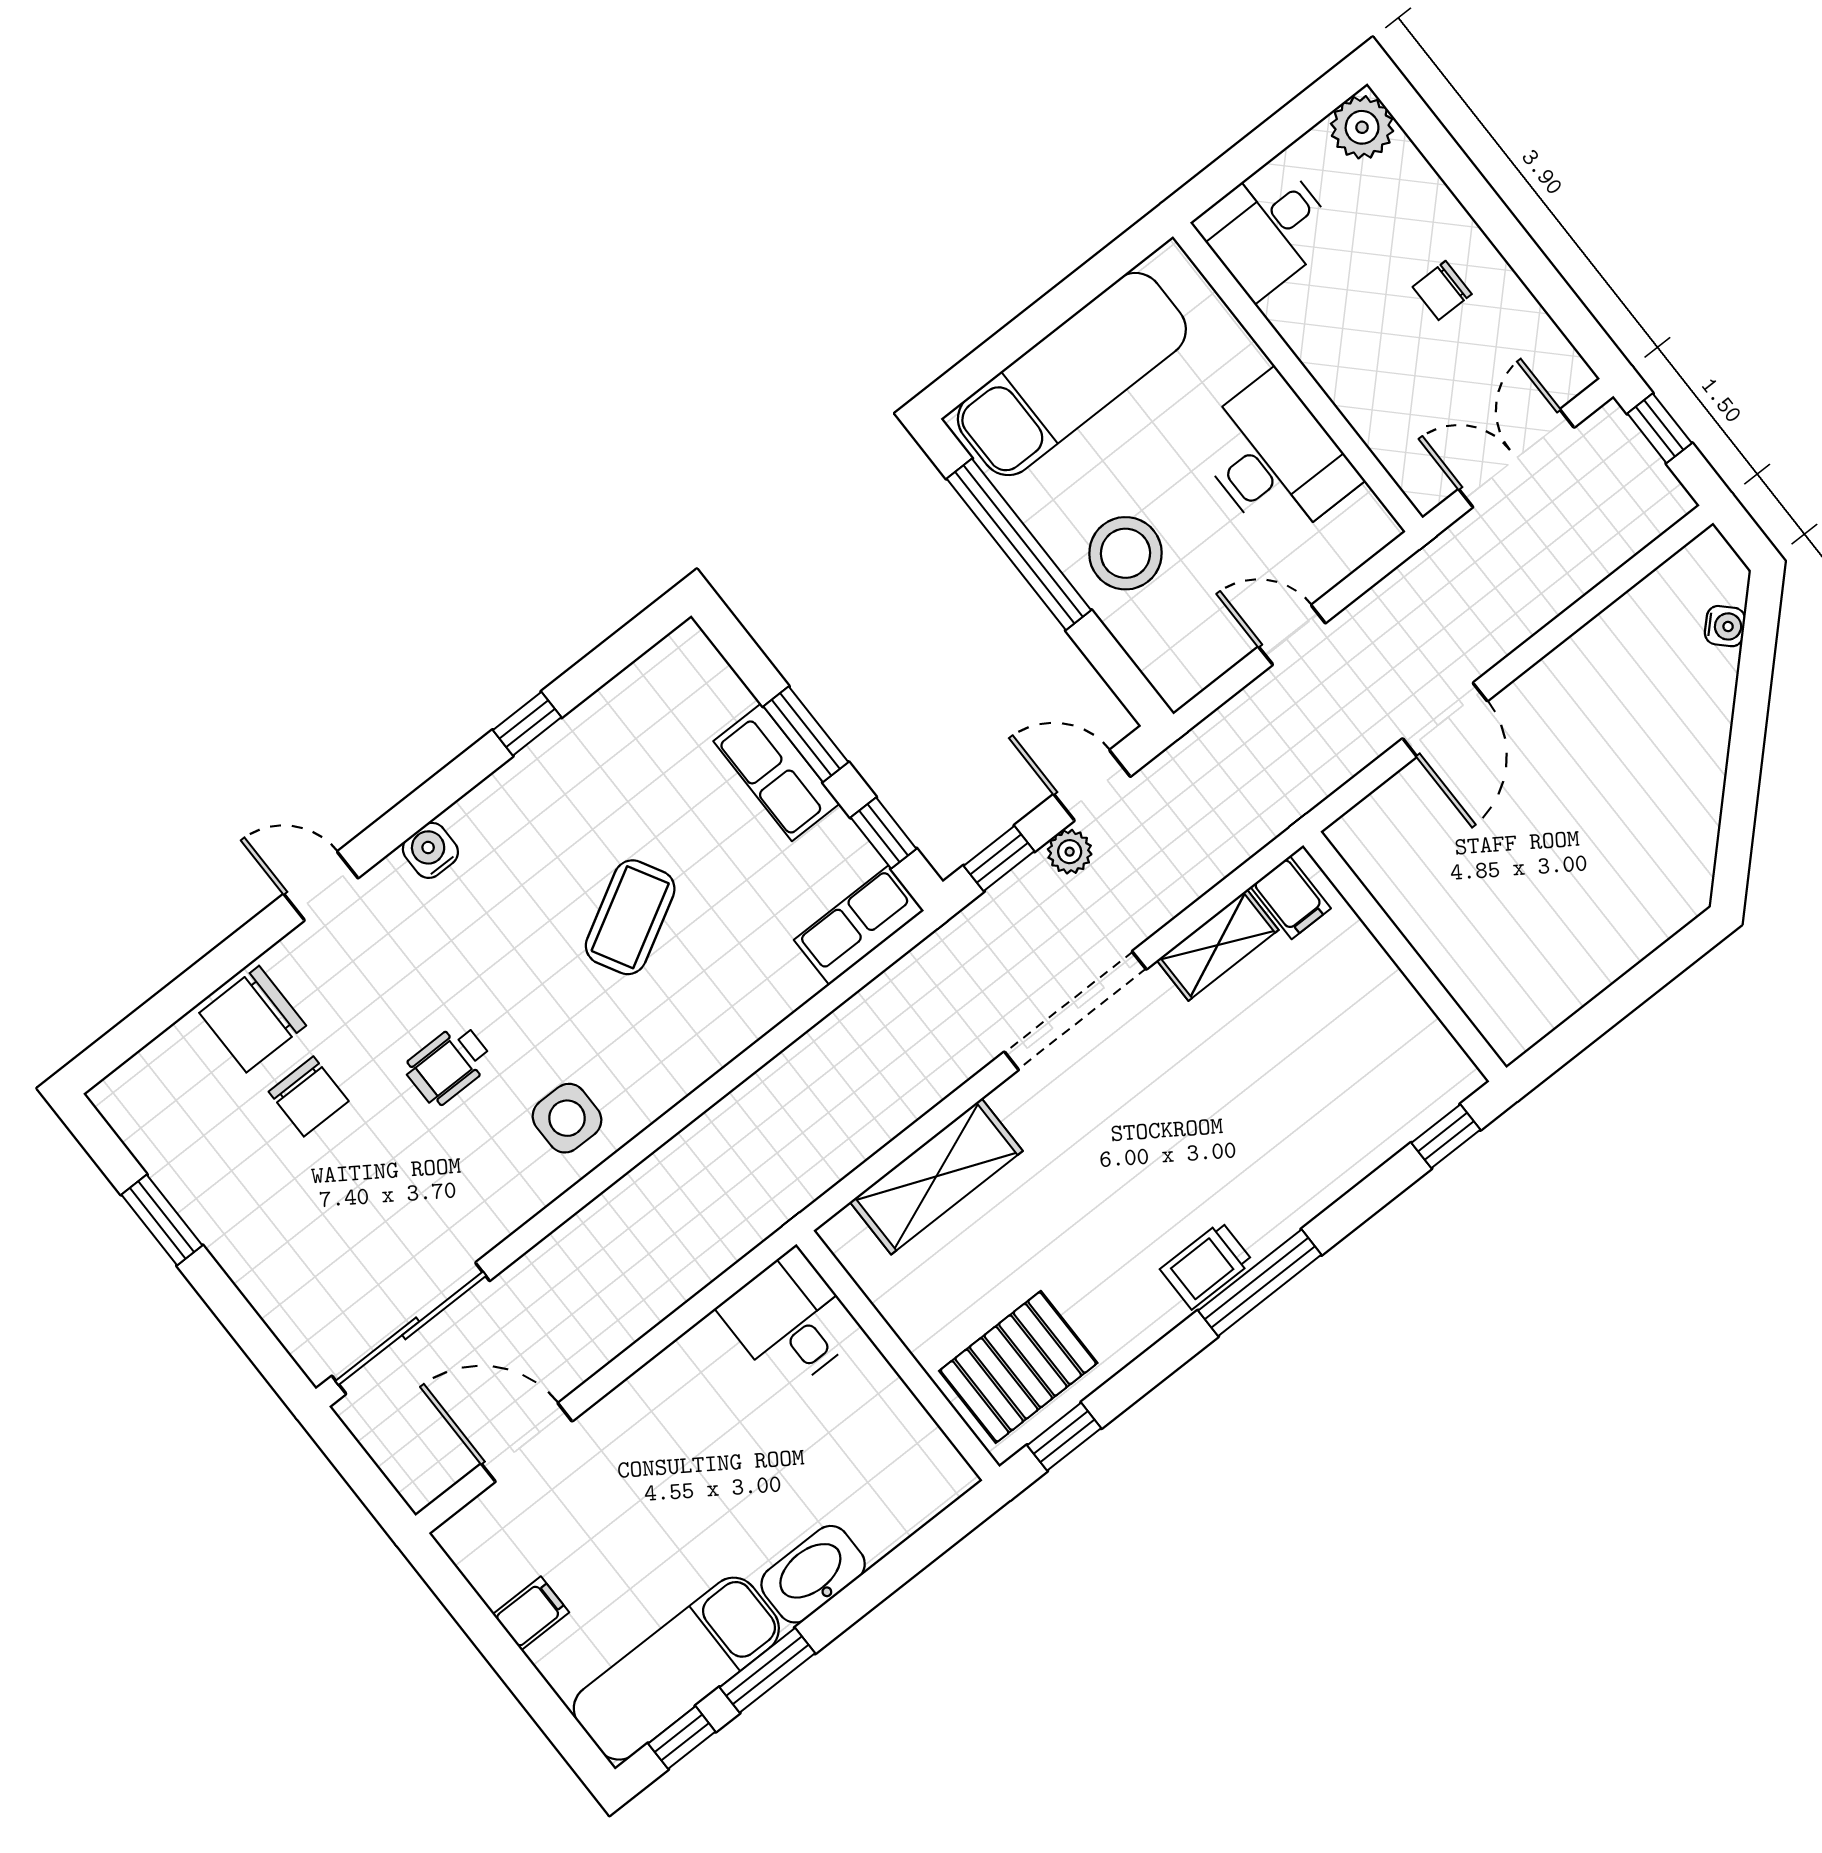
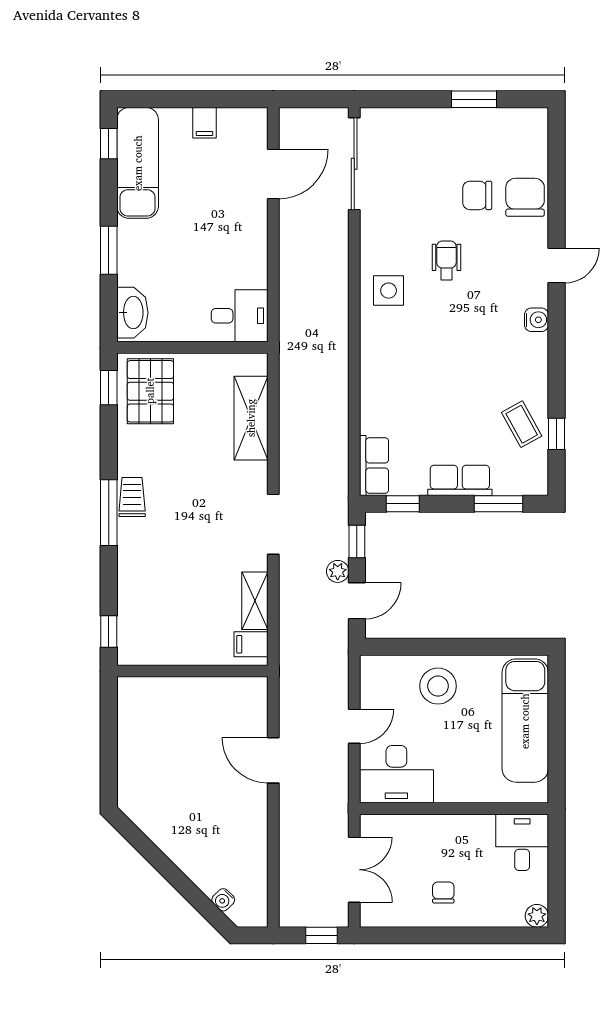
plant: (1362, 127) -> (537, 916), width x0.73, depth x0.73
desk: (1275, 459) -> (396, 774), moved
window: (1019, 544) -> (475, 647), removed
window: (527, 724) -> (556, 434), moved
window: (806, 734) -> (499, 504), moved
coffee table: (630, 917) -> (522, 424), moved, width x0.73, depth x0.77
doorway: (1075, 1011) -> (273, 524), width x0.73
washbasin: (813, 1574) -> (132, 313), moved
window: (767, 1670) -> (109, 250), moved

